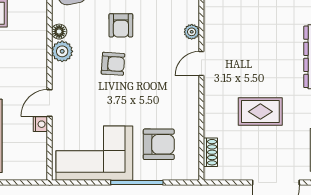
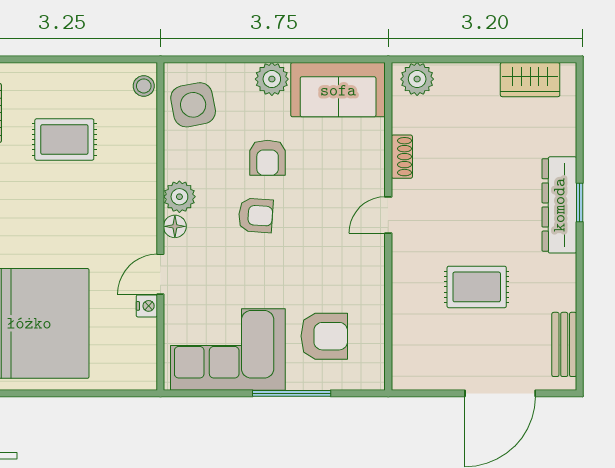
floor lamp: (59, 32) -> (175, 226), moved
plant: (192, 32) -> (374, 167), removed
shoe rack: (210, 152) -> (402, 157), moved

